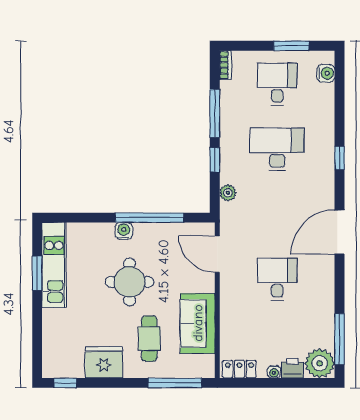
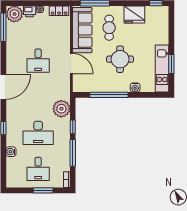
window: (291, 46) -> (43, 190), moved
water cooler: (326, 73) -> (11, 152), moved
plant: (228, 193) -> (61, 109), width x1.88, depth x1.88
water cooler: (124, 231) -> (135, 88), moved
door: (217, 254) -> (71, 64), moved
sofa: (198, 323) -> (82, 30), width x1.36

